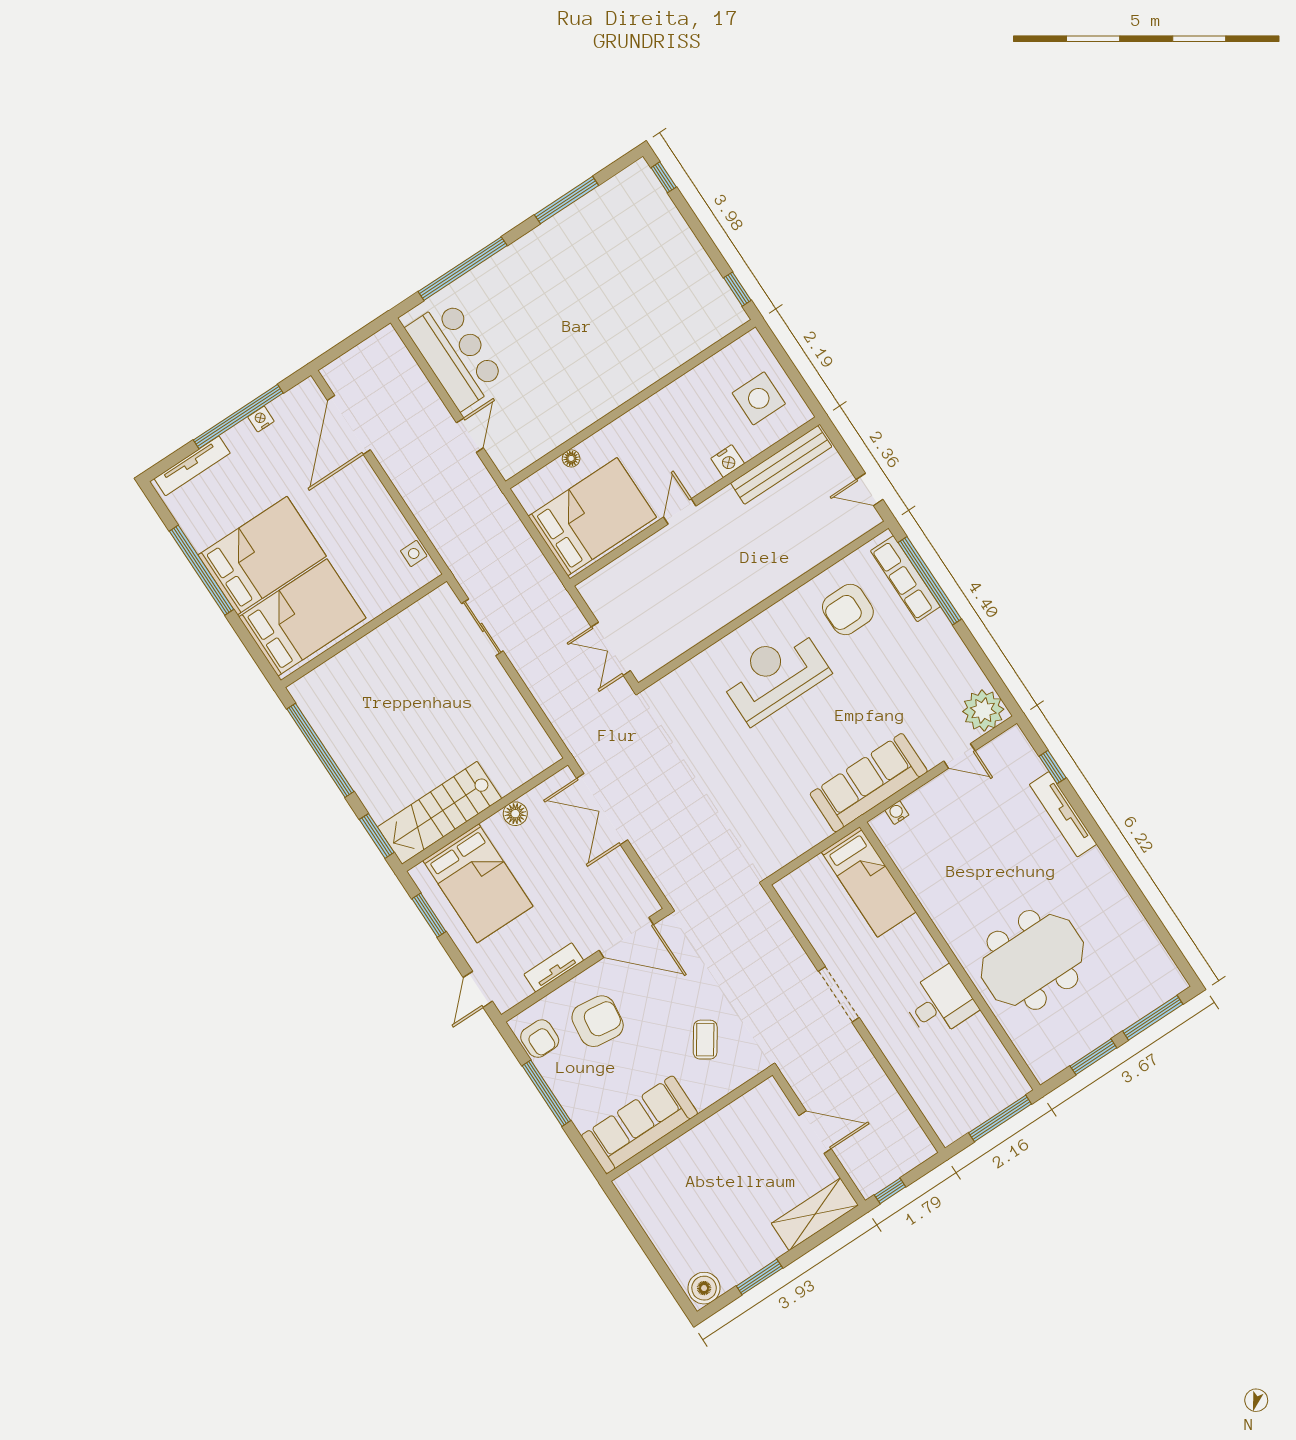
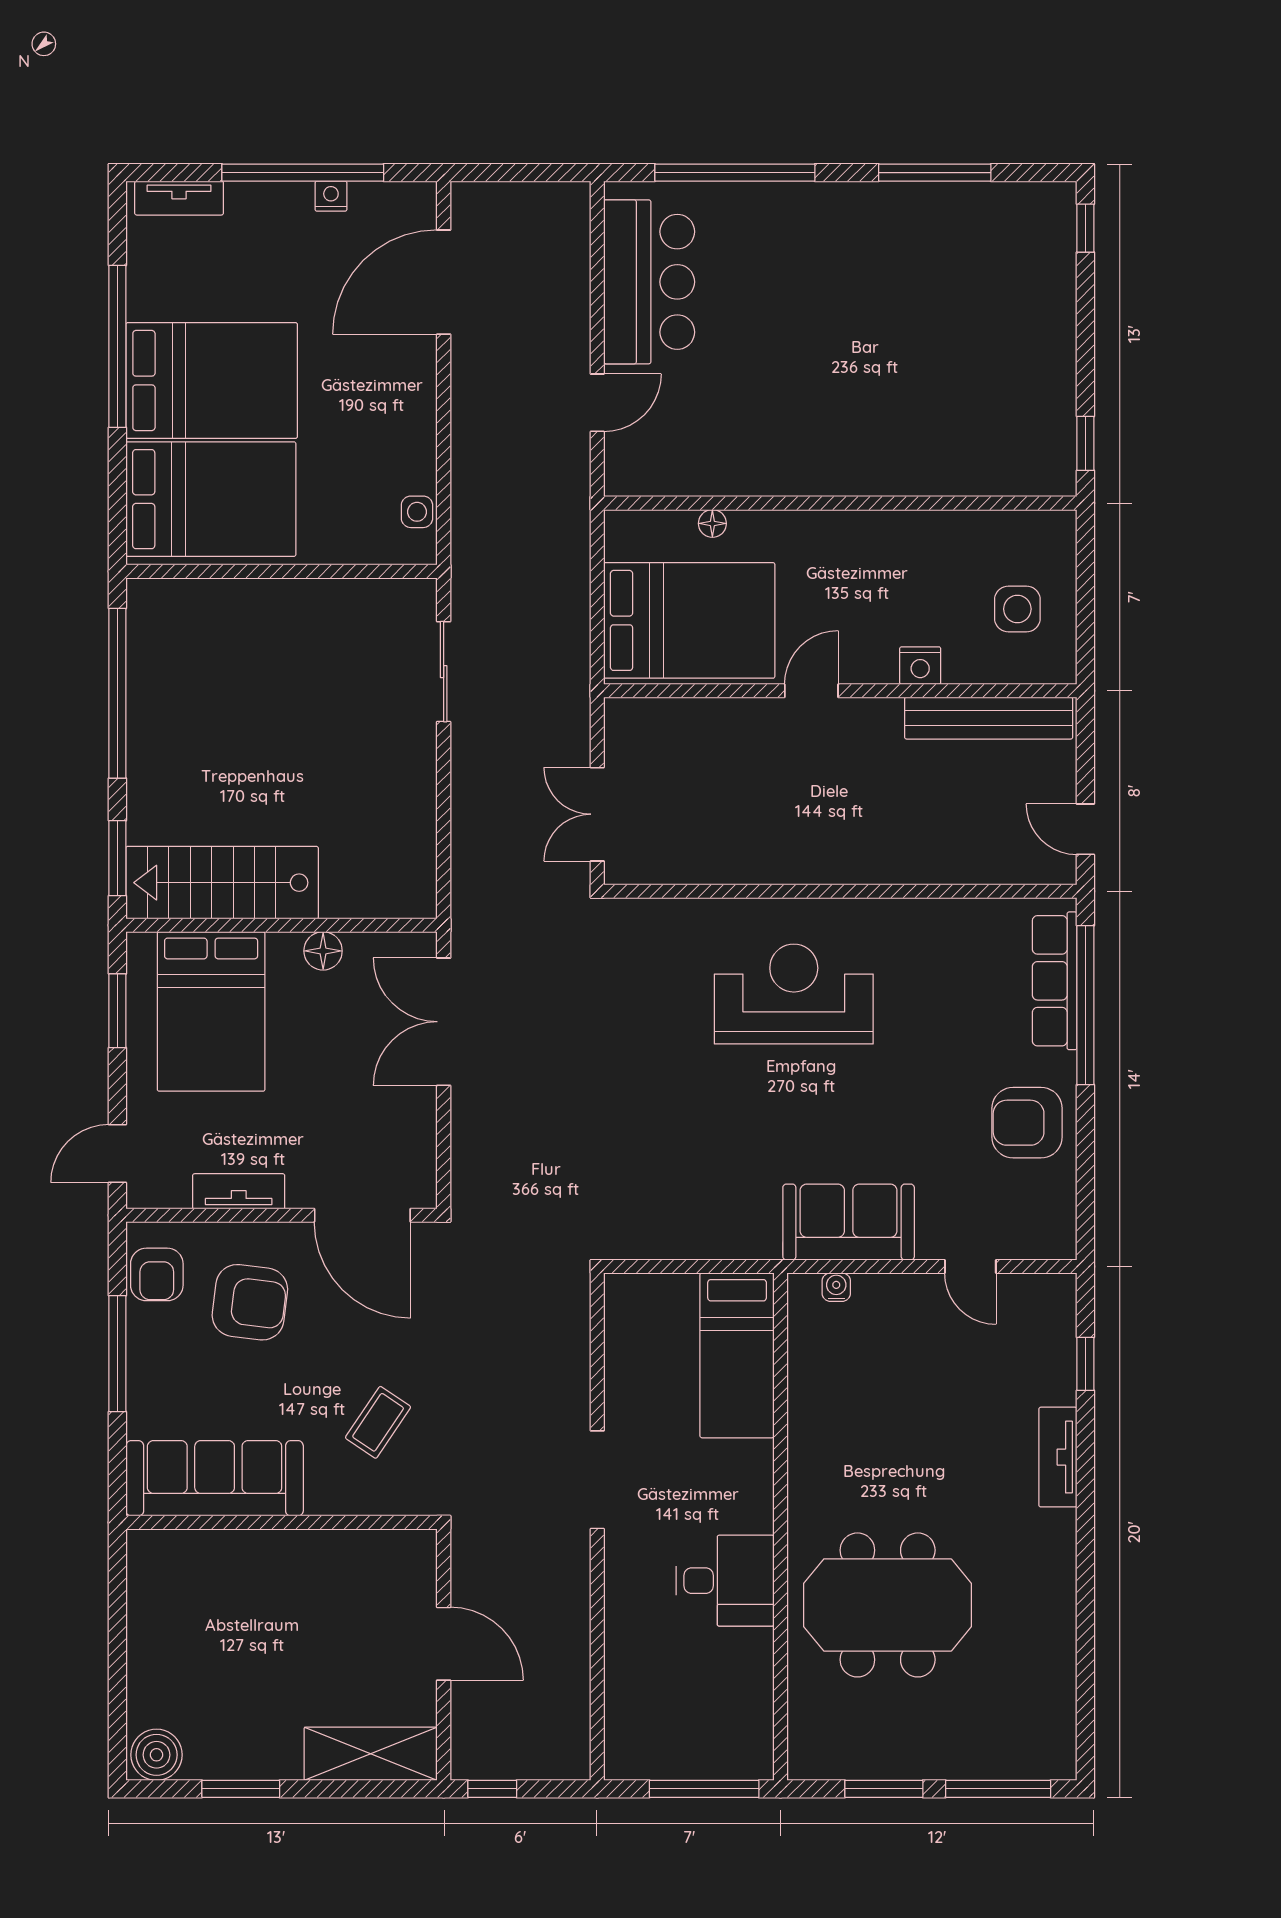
side table: (759, 398) -> (1017, 609), width x0.73, depth x0.73
tv unit: (192, 466) -> (179, 198), width x0.71
armchair: (848, 609) -> (1027, 1123), moved
plant: (983, 710) -> (1042, 1227), removed
sofa: (869, 783) -> (849, 1222), width x0.73
tv unit: (1063, 814) -> (1058, 1457), width x0.71

